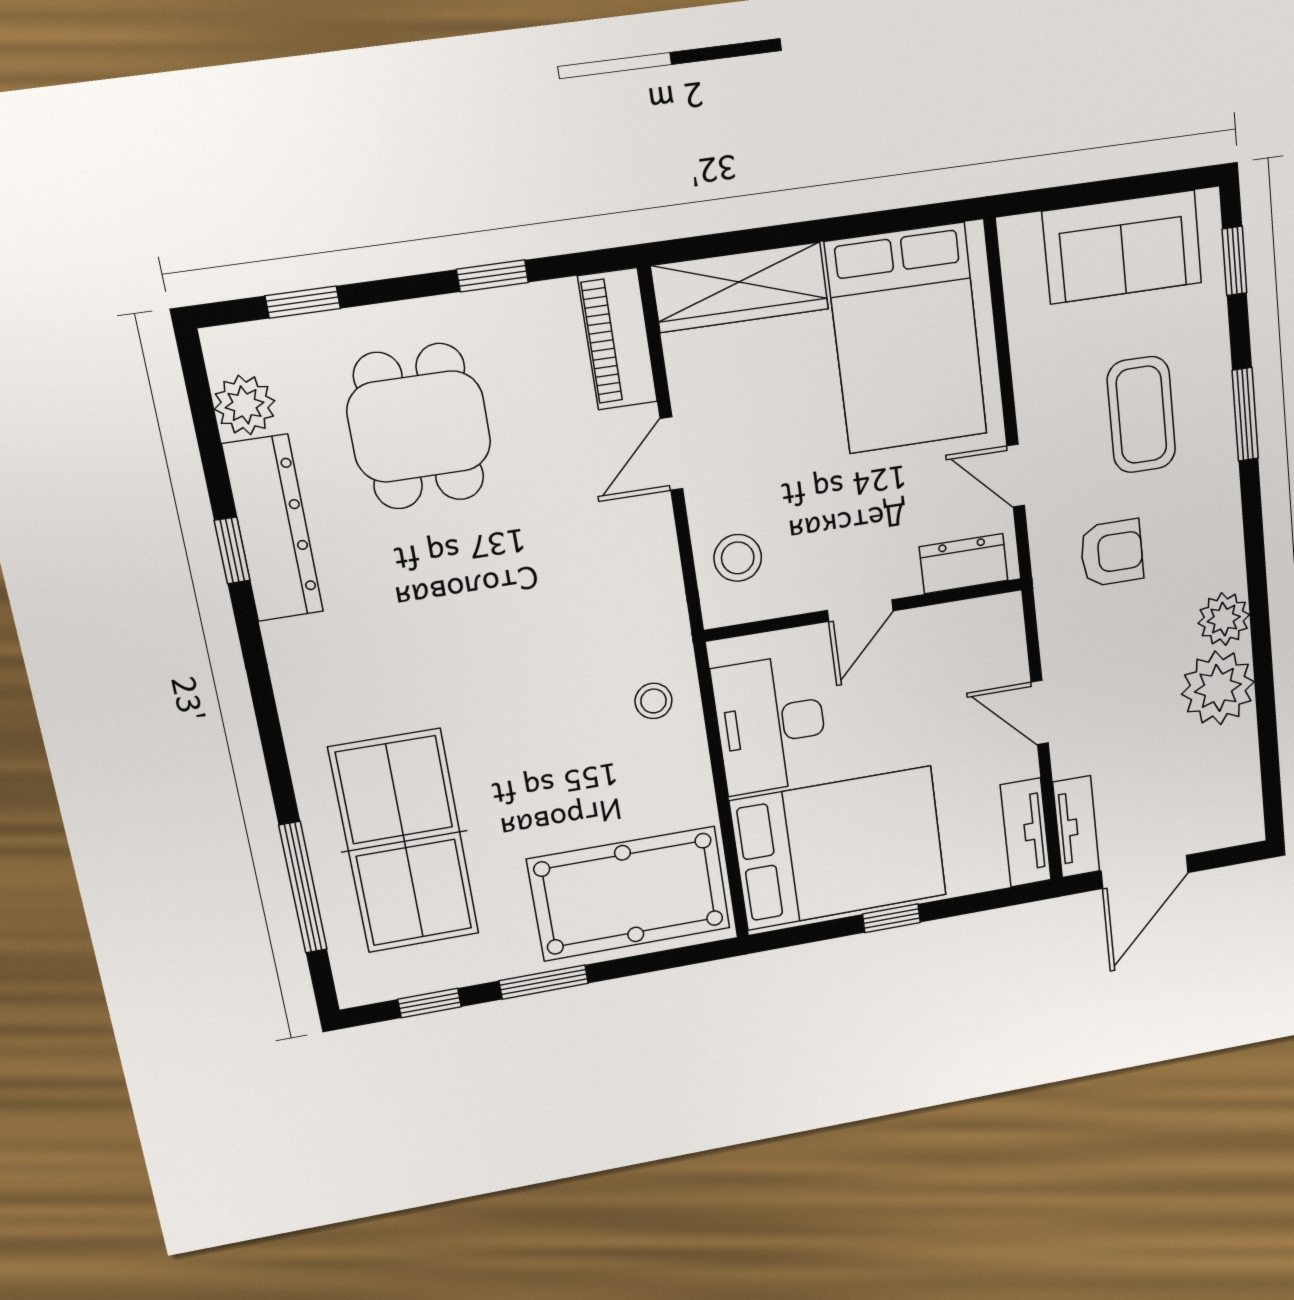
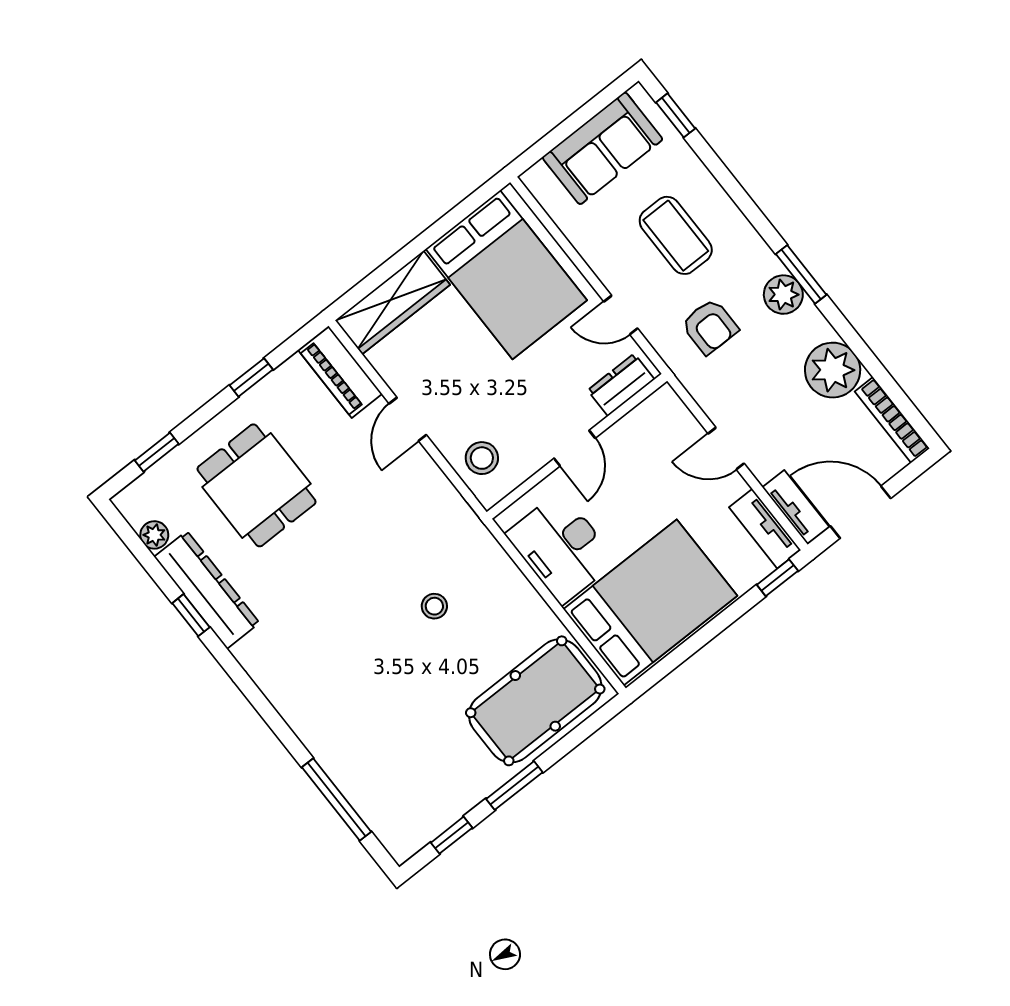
plant: (245, 405) -> (154, 535), width x0.73, depth x0.73
window: (1245, 414) -> (801, 274), moved
armchair: (1112, 553) -> (710, 326), turned 90
plant: (1224, 619) -> (783, 295), moved
stool: (654, 701) -> (434, 606), moved
bookcase: (1246, 784) -> (892, 420), added
table tennis table: (404, 841) -> (381, 739), removed
door: (1145, 872) -> (861, 512), swing flipped
window: (891, 918) -> (777, 578), moved

